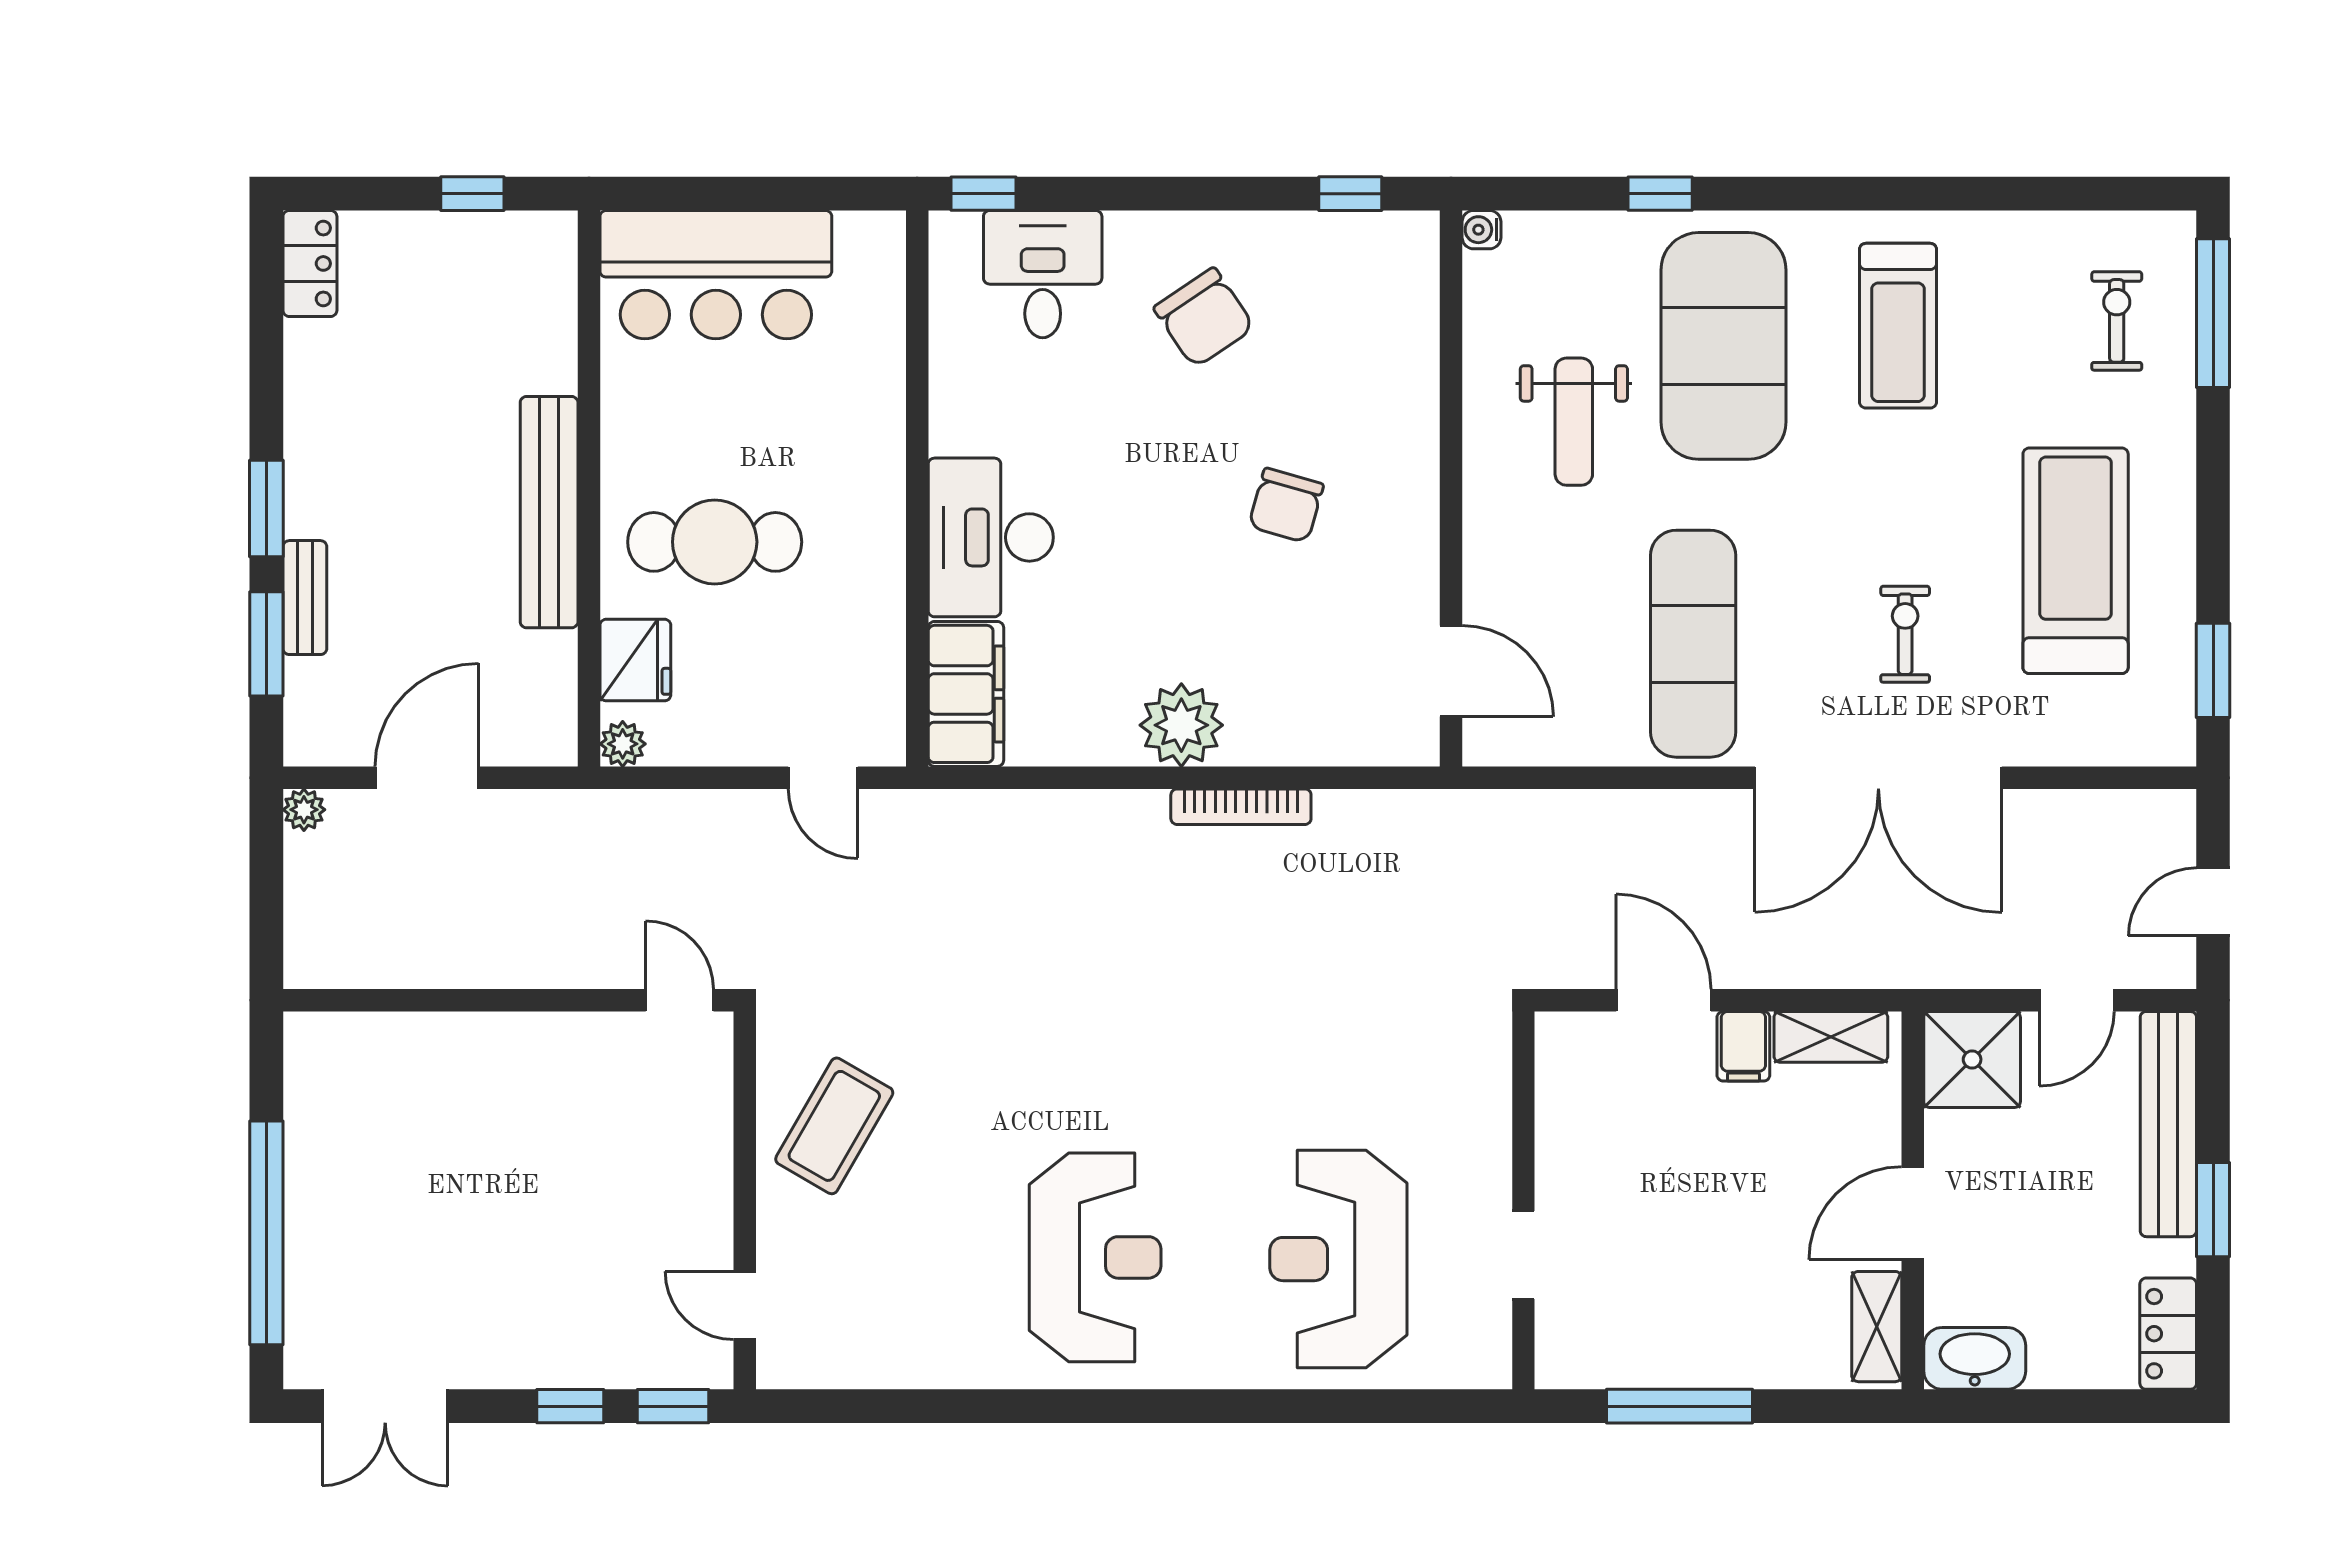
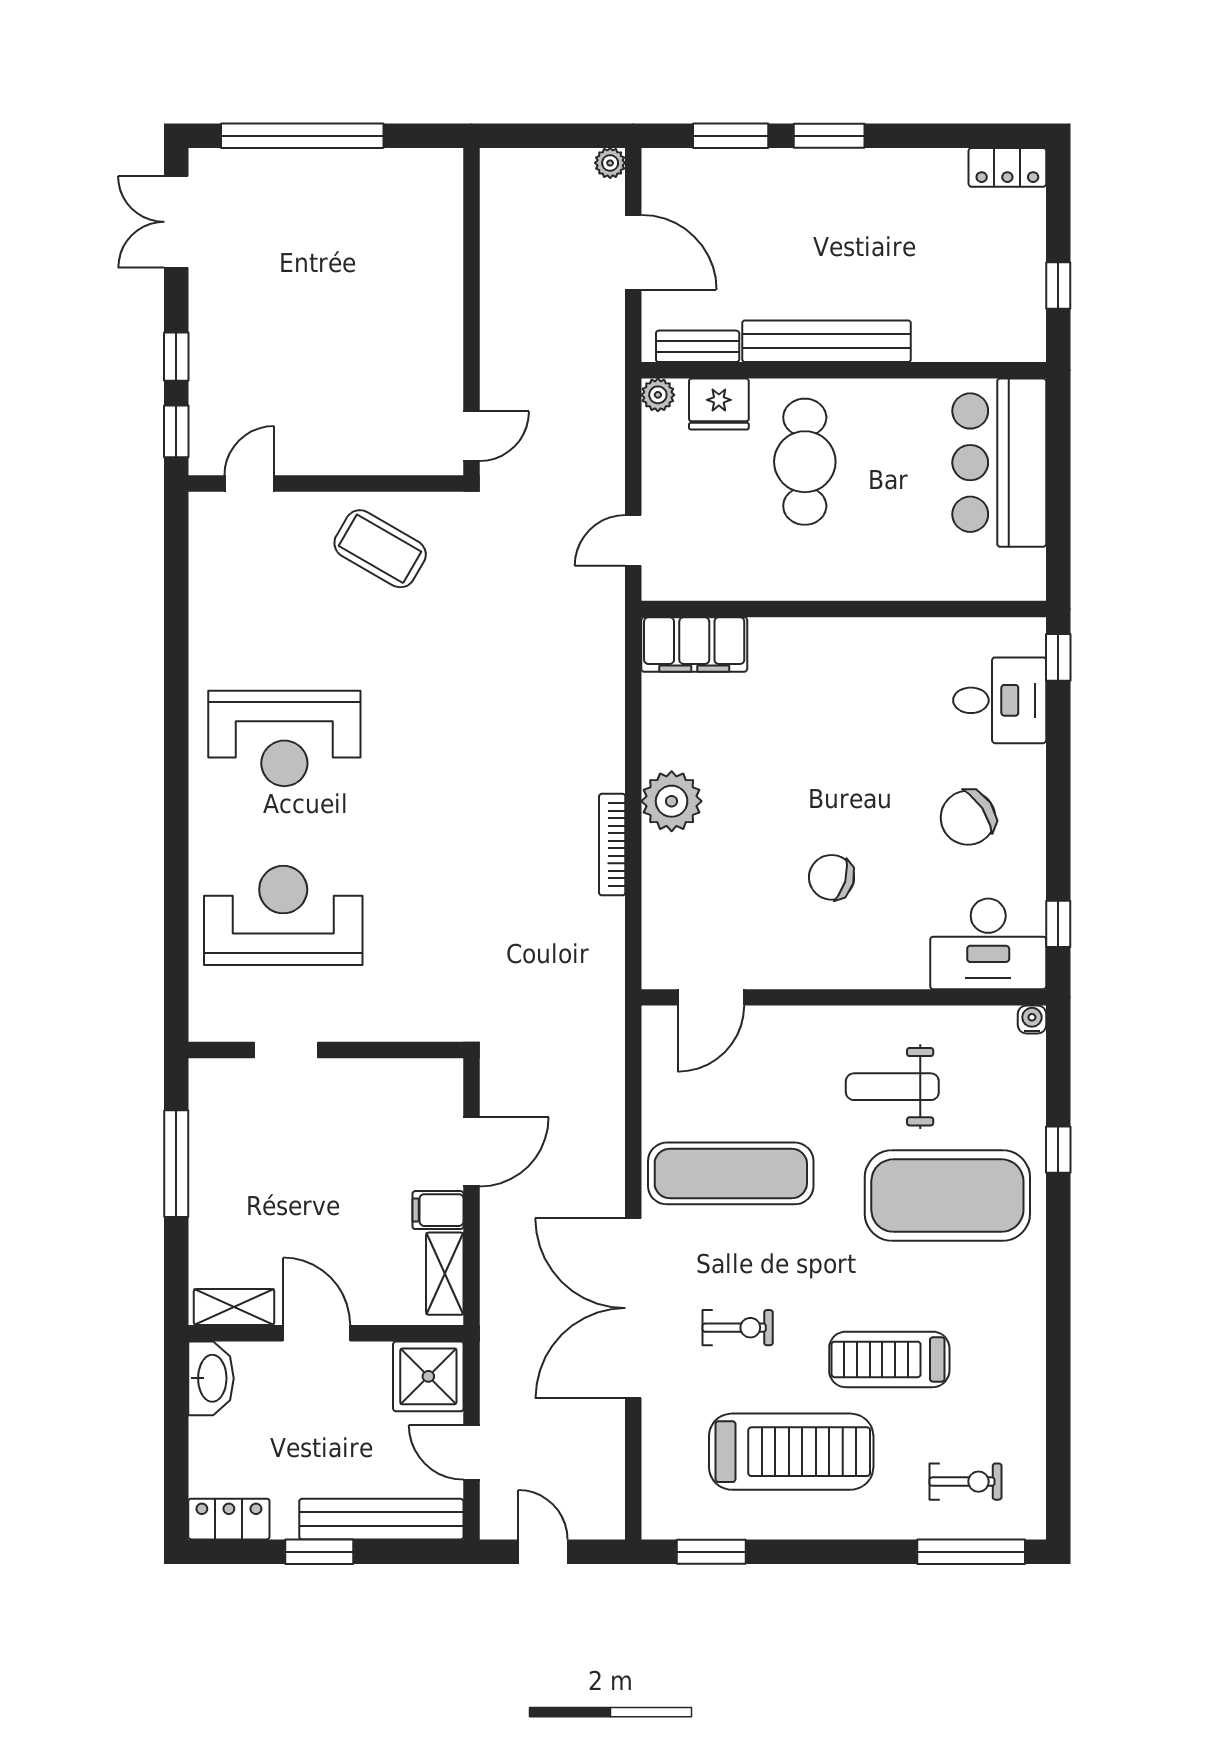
treadmill: (1898, 326) -> (889, 1359), moved
desk: (991, 537) -> (988, 944), moved, turned 180
bench: (305, 598) -> (698, 346), moved

